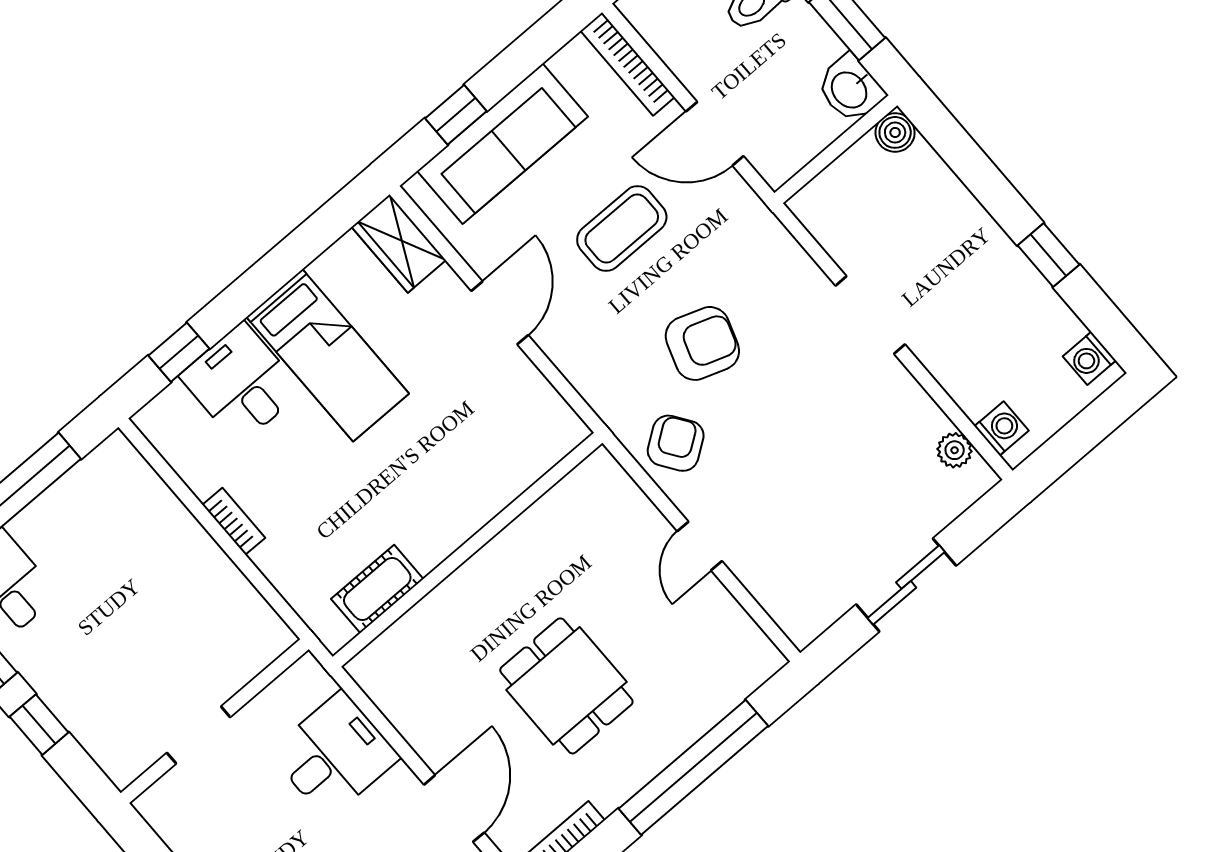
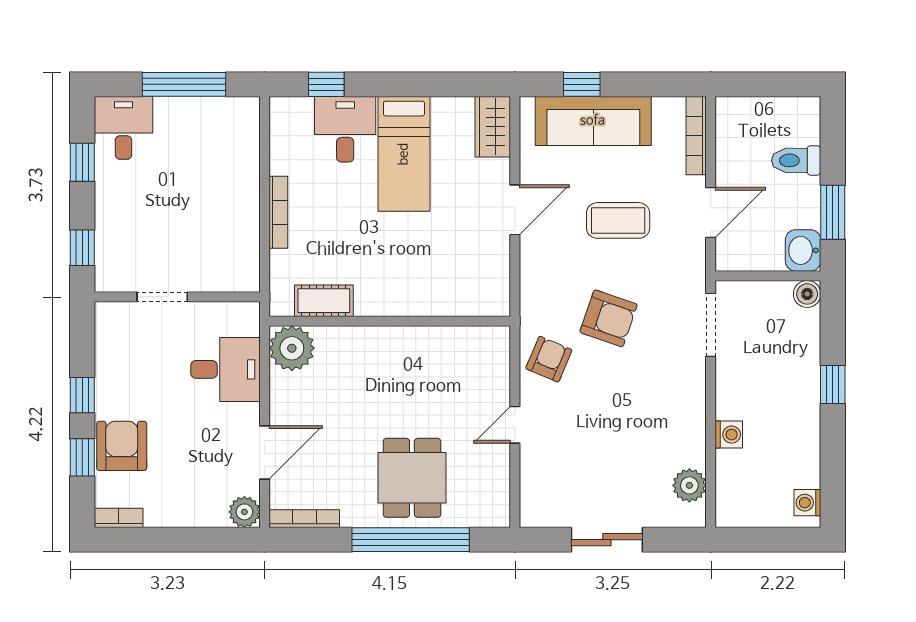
door: (715, 134) -> (711, 212), swing flipped
window: (1048, 255) -> (833, 385), moved
doorway: (870, 315) -> (711, 325), moved
washing machine: (1001, 428) -> (729, 435), moved
armchair: (676, 443) -> (549, 359), turned -32
plant: (955, 450) -> (689, 485), width x1.38, depth x1.38
bookcase: (234, 521) -> (278, 212), width x1.56
plant: (387, 670) -> (292, 348), added
dining table: (566, 686) -> (412, 478), moved
window: (39, 725) -> (82, 248), moved

